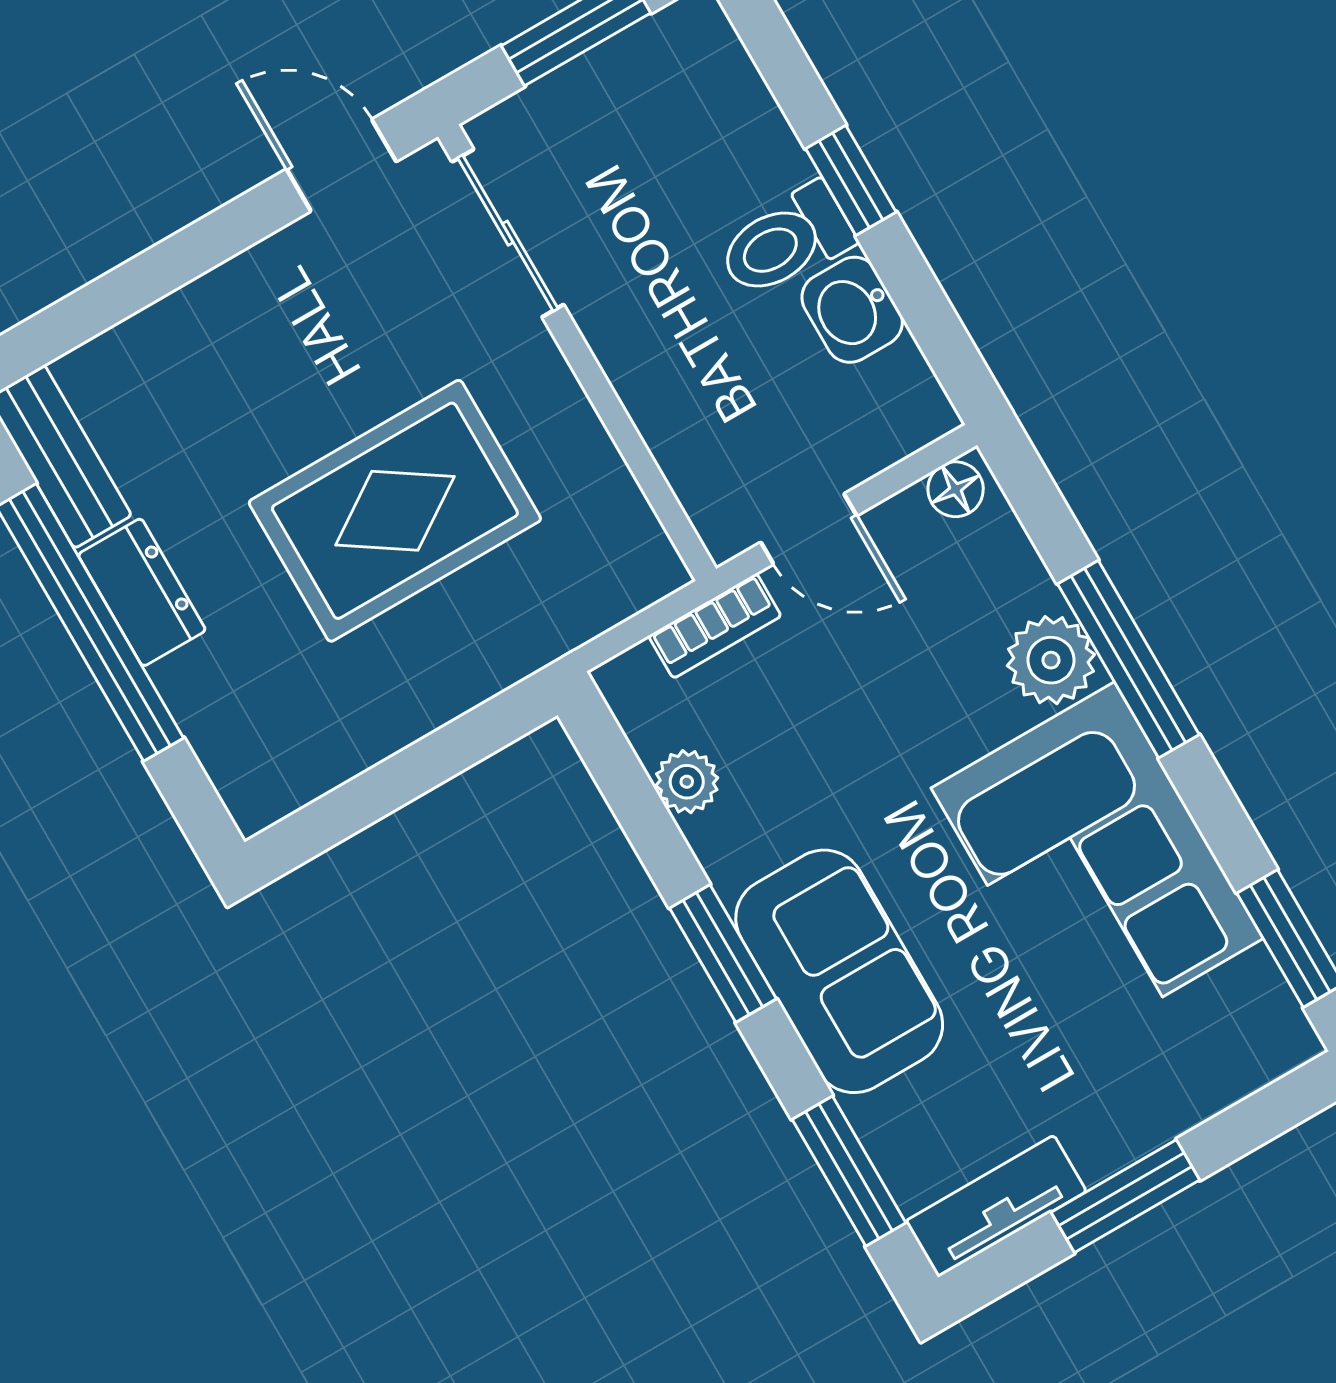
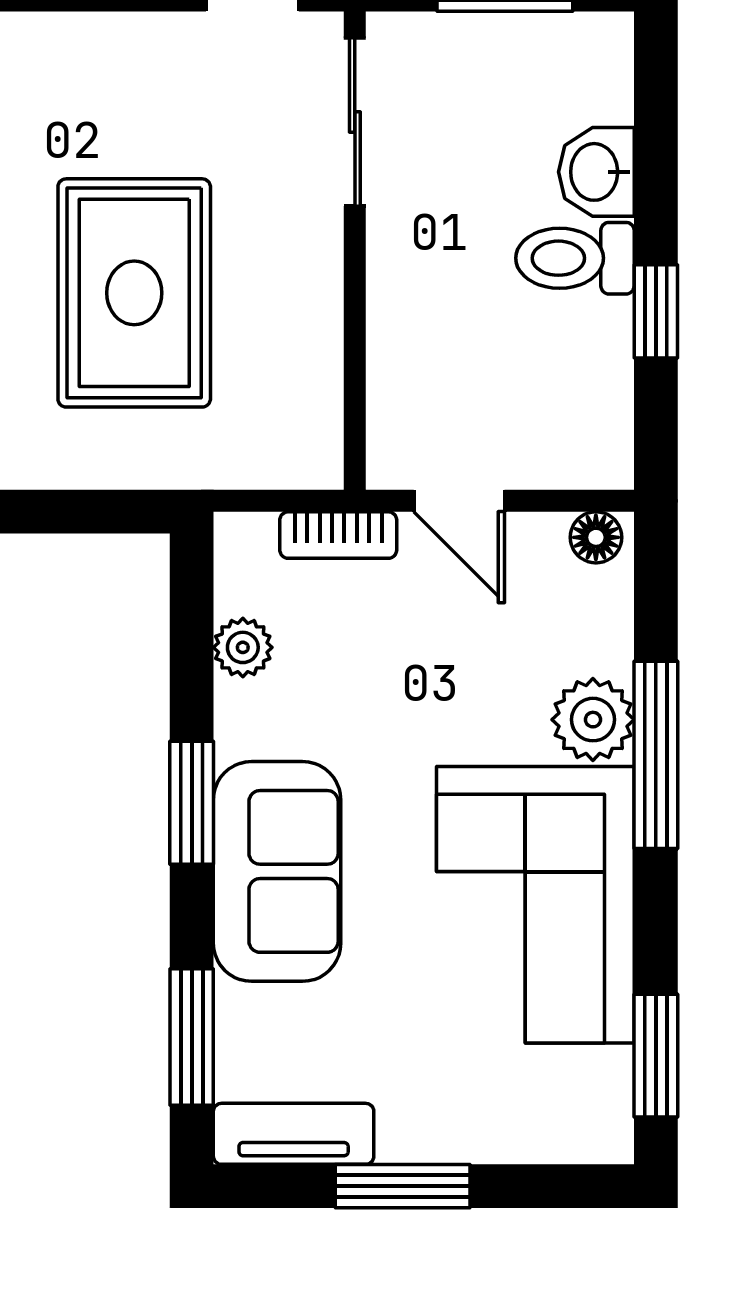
window: (851, 180) -> (656, 311), moved
washbasin: (852, 310) -> (596, 172), moved
rug: (395, 511) -> (134, 293), turned 90

